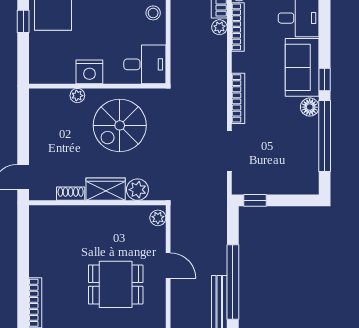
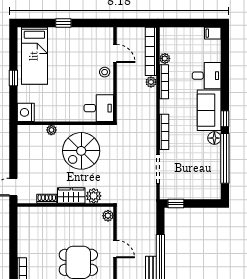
nightstand: (89, 72) -> (26, 112), moved, turned 90

